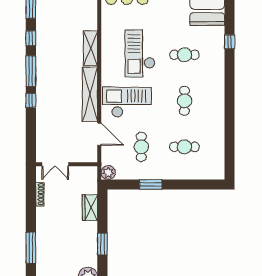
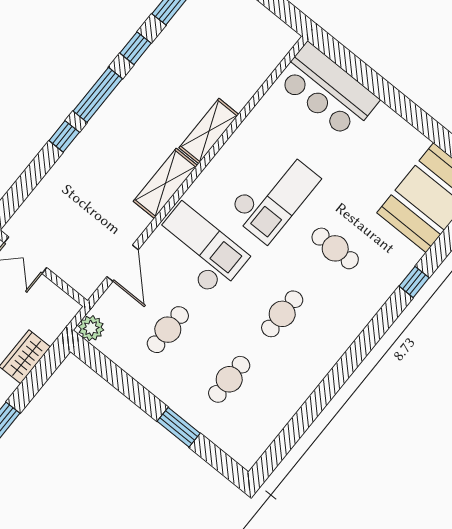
checkout: (140, 53) -> (274, 195), turned 180
shelving: (90, 94) -> (165, 183), width x0.68
cafe table: (184, 147) -> (229, 379), turned 90
window: (151, 185) -> (179, 427), moved

